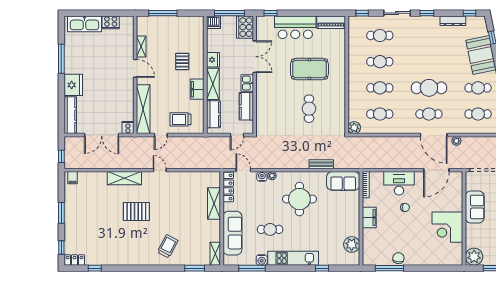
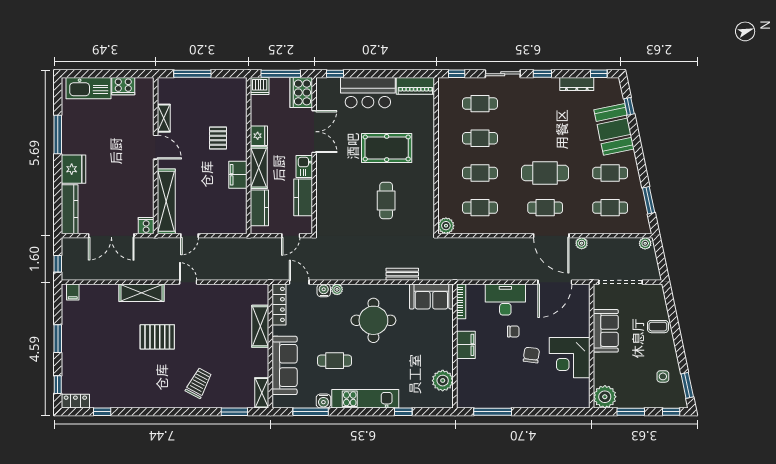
trolley: (180, 119) -> (216, 215), removed
chair: (398, 258) -> (531, 355), moved

